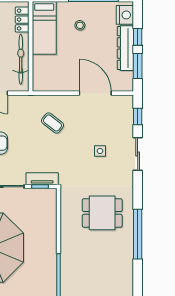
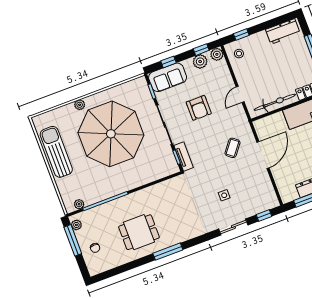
door: (95, 93) -> (263, 155), moved
dining table: (102, 213) -> (139, 232), moved, turned 90
window: (138, 234) -> (168, 252), width x0.68

